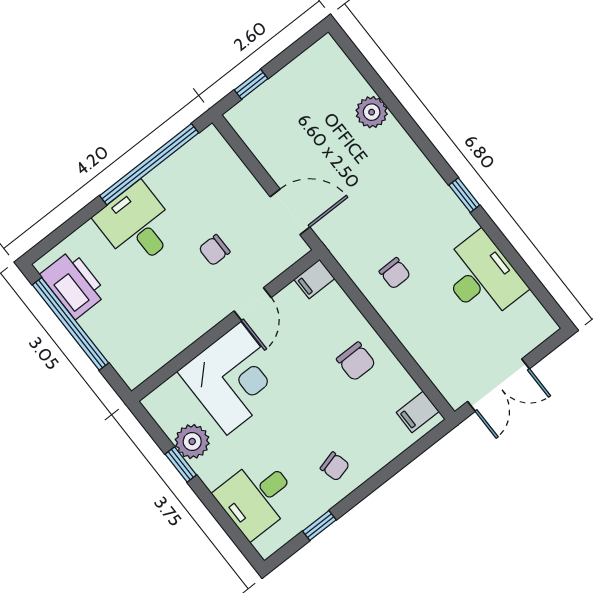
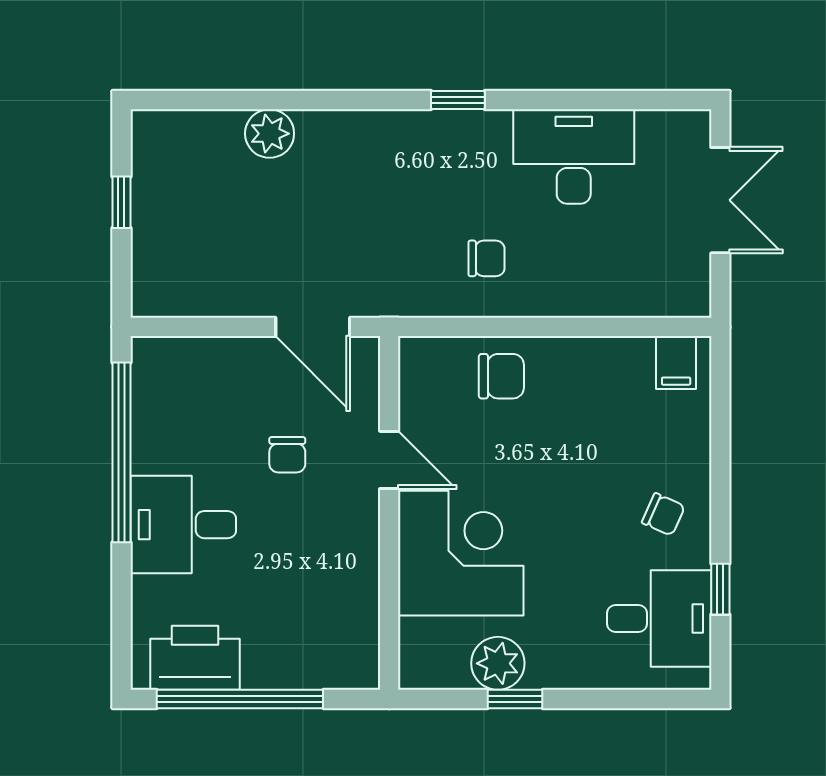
window: (251, 84) -> (121, 202), moved
door: (290, 212) -> (313, 327), swing flipped
filing cabinet: (314, 279) -> (417, 361), removed
chair: (356, 361) -> (501, 376), moved
double door: (498, 385) -> (720, 200), moved
chair: (335, 466) -> (663, 514), turned 39
desk: (257, 497) -> (659, 619), moved, turned -90

